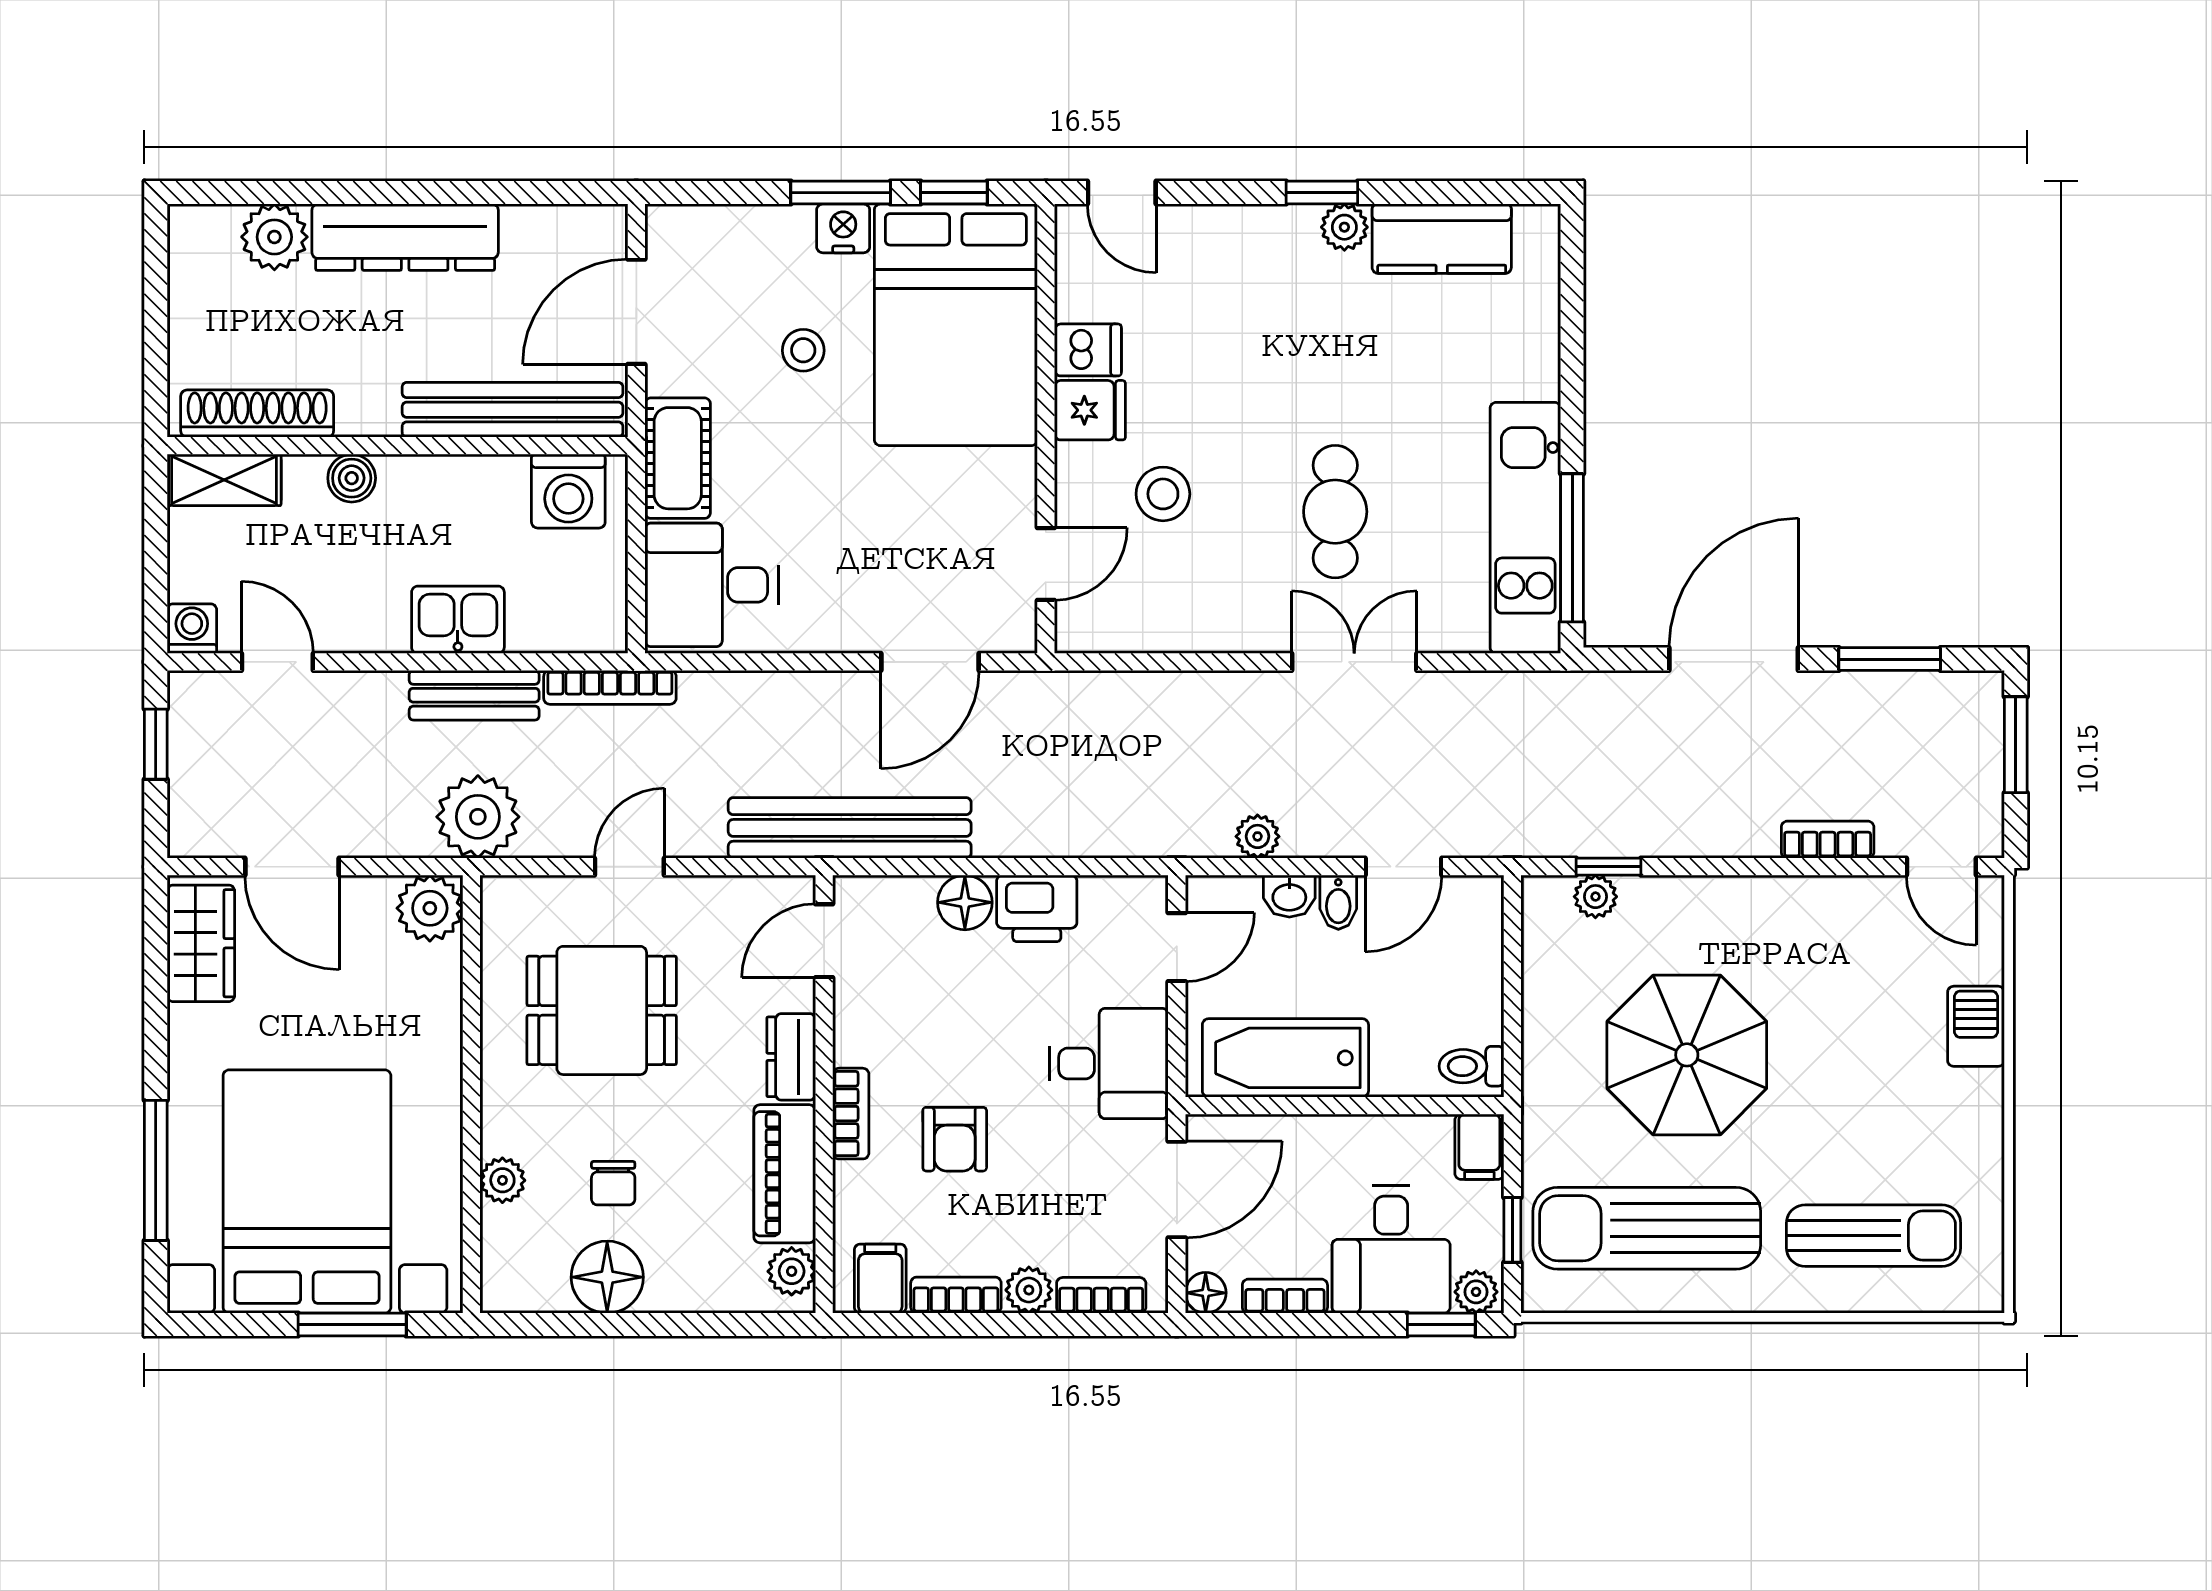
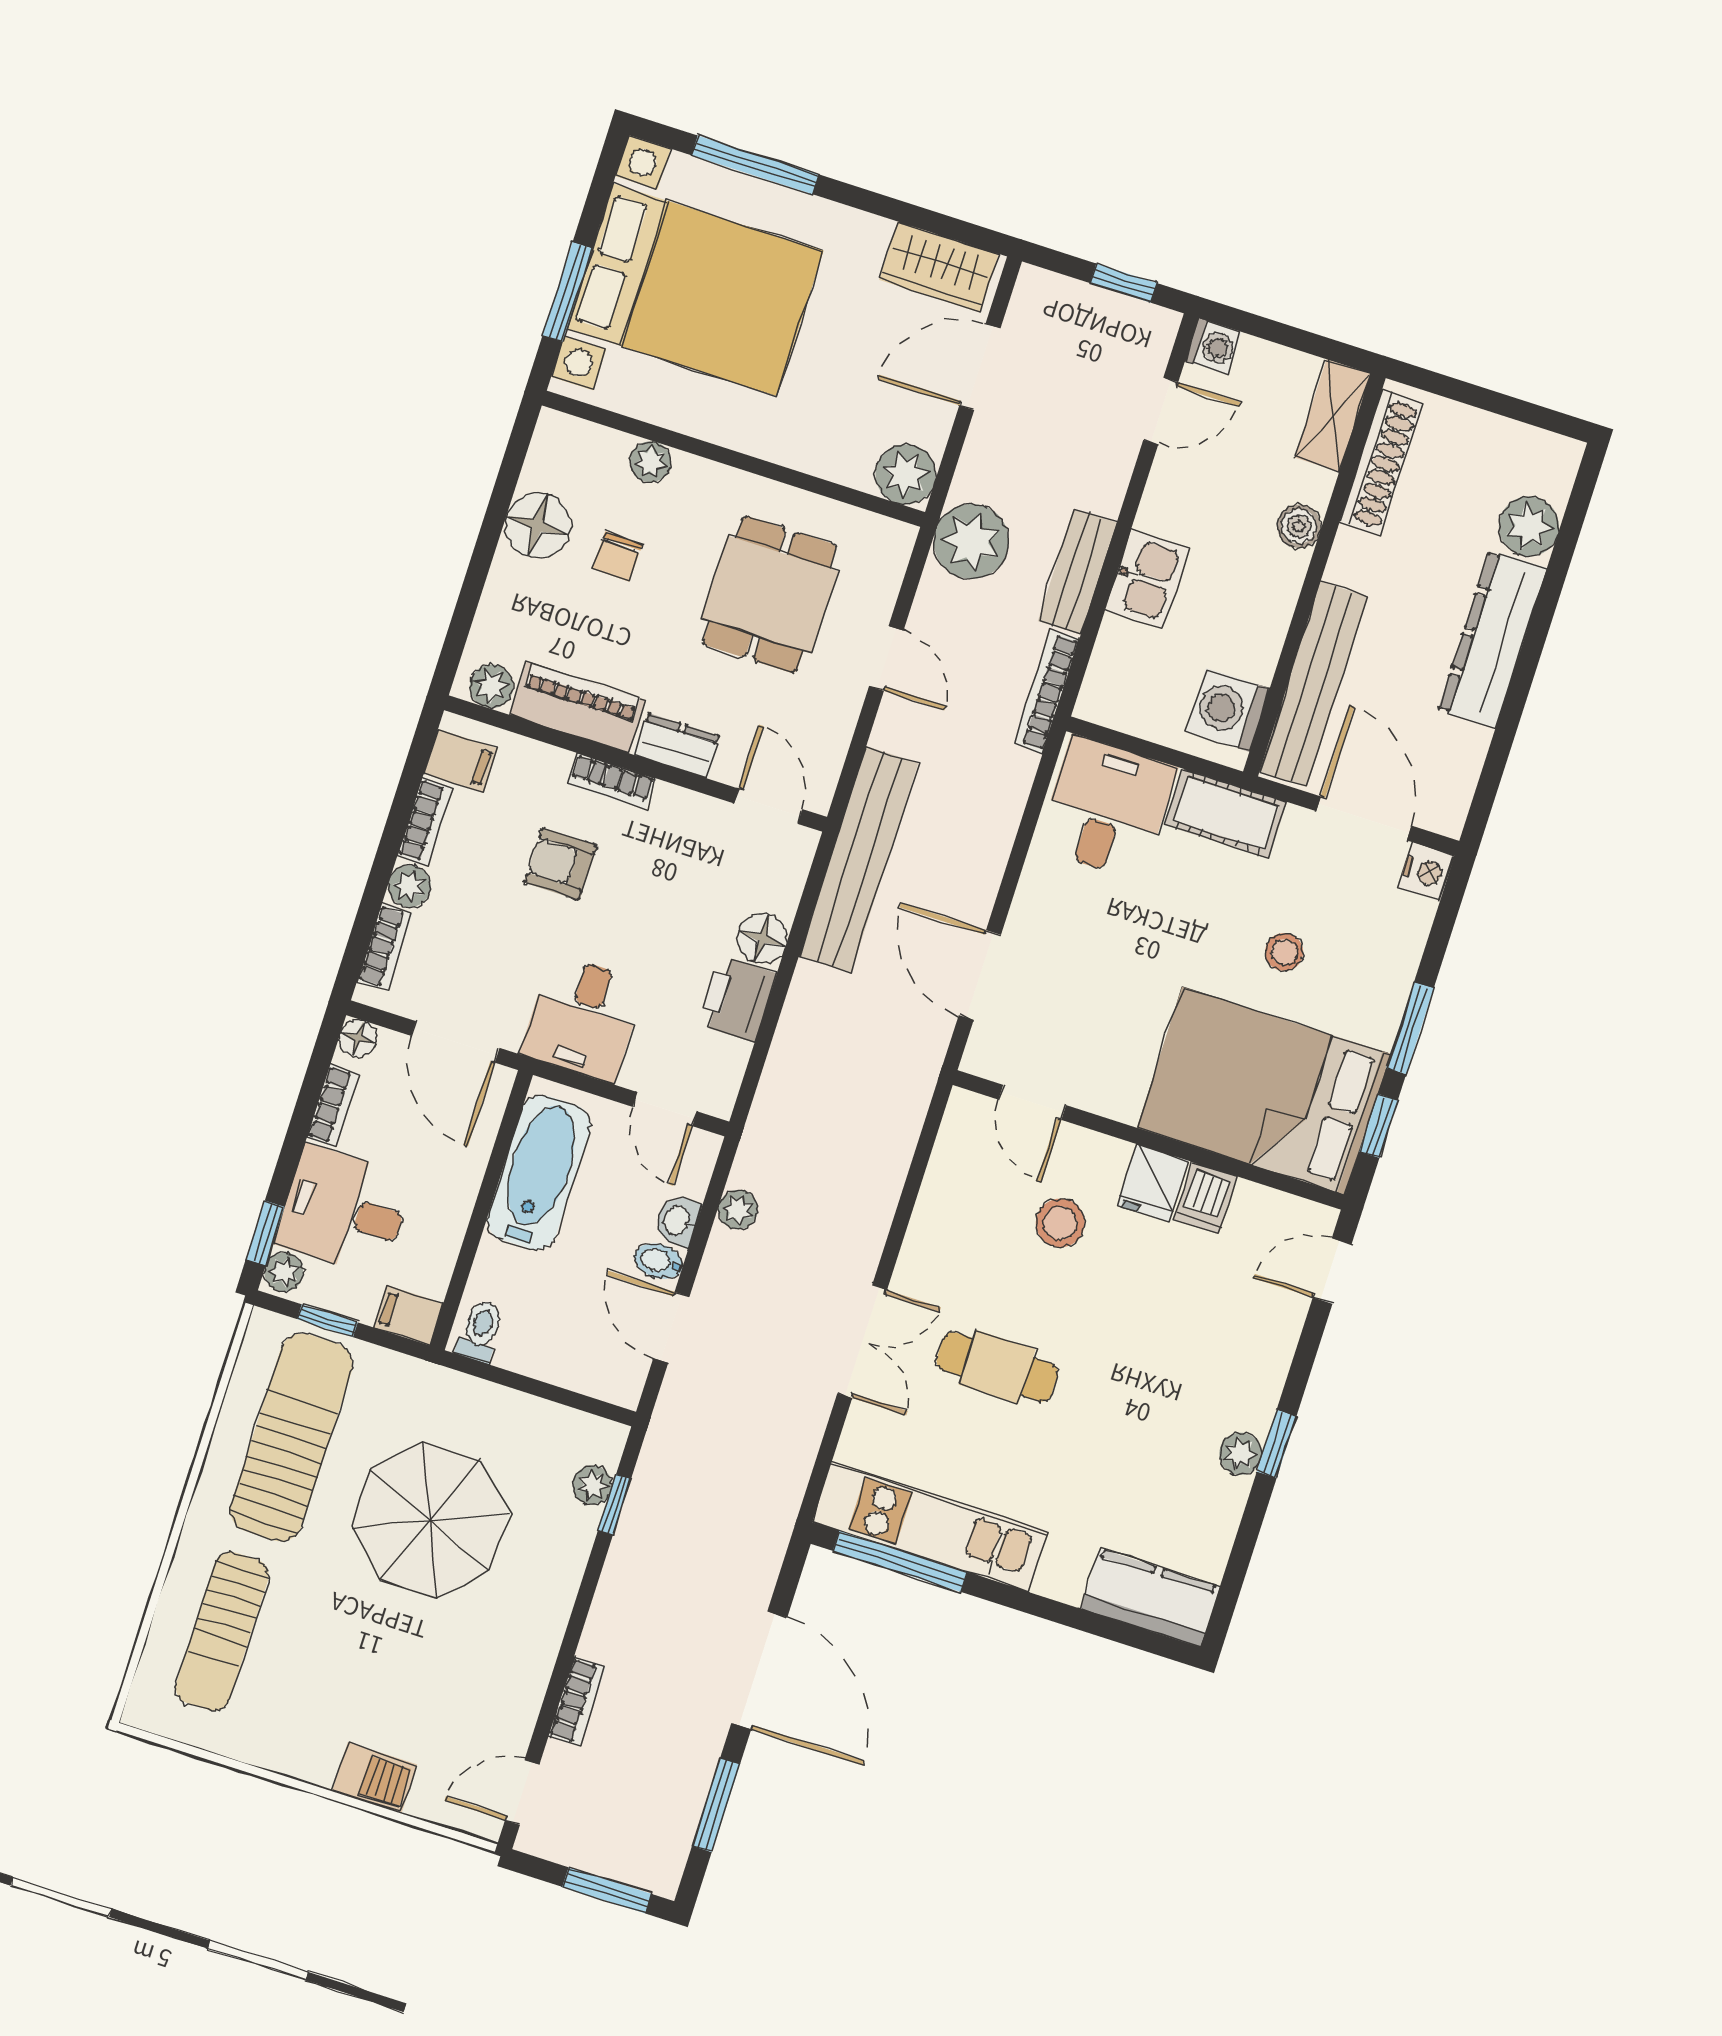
nightstand: (843, 228) -> (1426, 872), moved
kitchen counter: (1442, 239) -> (1150, 1598), moved, turned 90
chair: (613, 1183) -> (617, 557), turned -88

